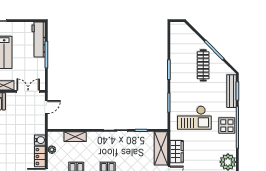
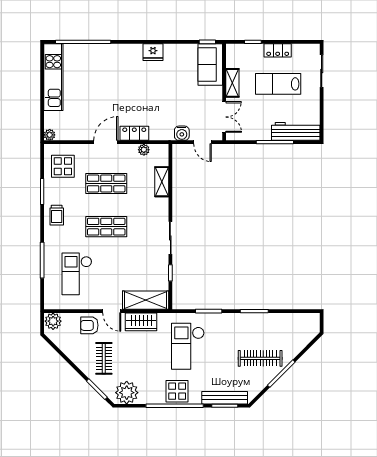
water cooler: (40, 140) -> (182, 133), moved

